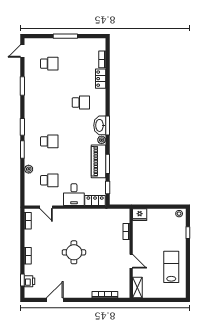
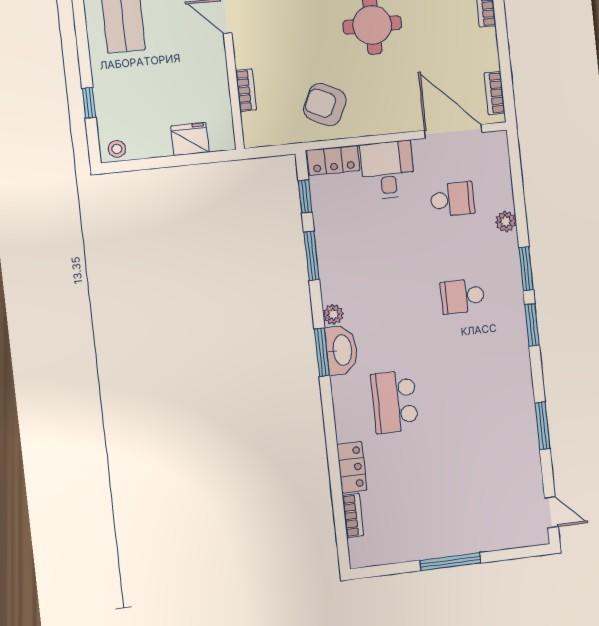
door: (22, 51) -> (551, 512), hinge flipped
school desk: (49, 64) -> (483, 489), removed
school desk: (81, 103) -> (395, 402), width x1.85
piano: (98, 161) -> (335, 260), removed
school desk: (49, 180) -> (452, 199), turned 180
door: (46, 207) -> (453, 131), width x1.87
fridge: (140, 215) -> (190, 139), moved
armchair: (96, 223) -> (325, 105), added

